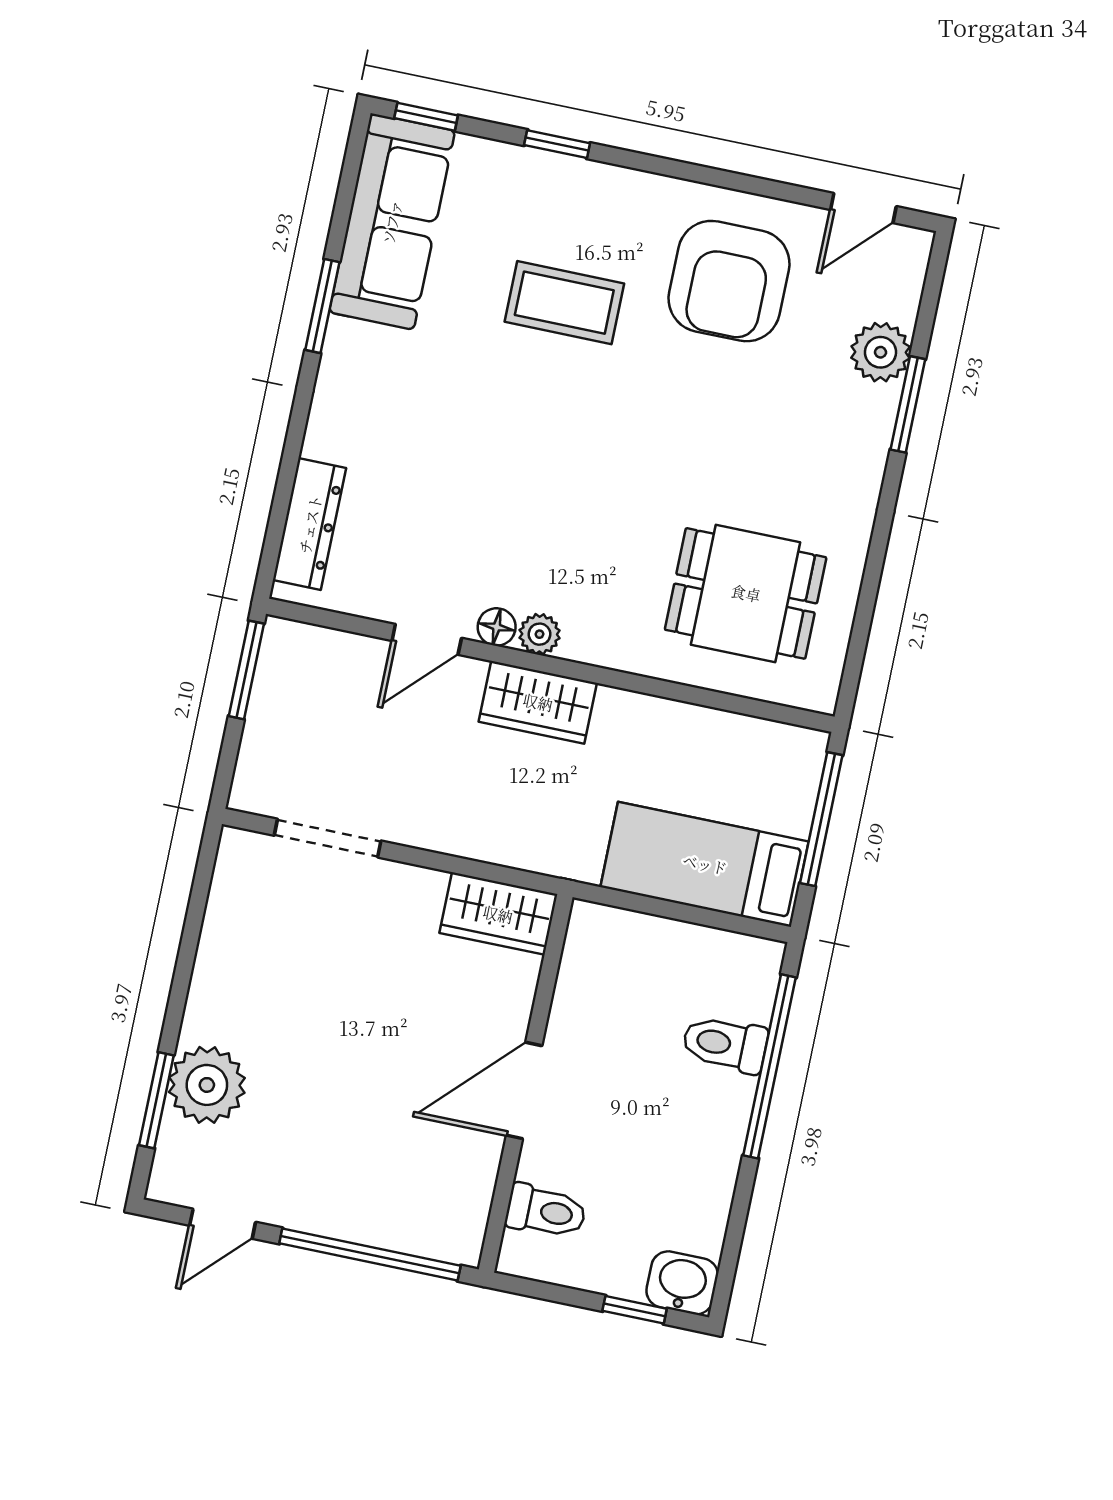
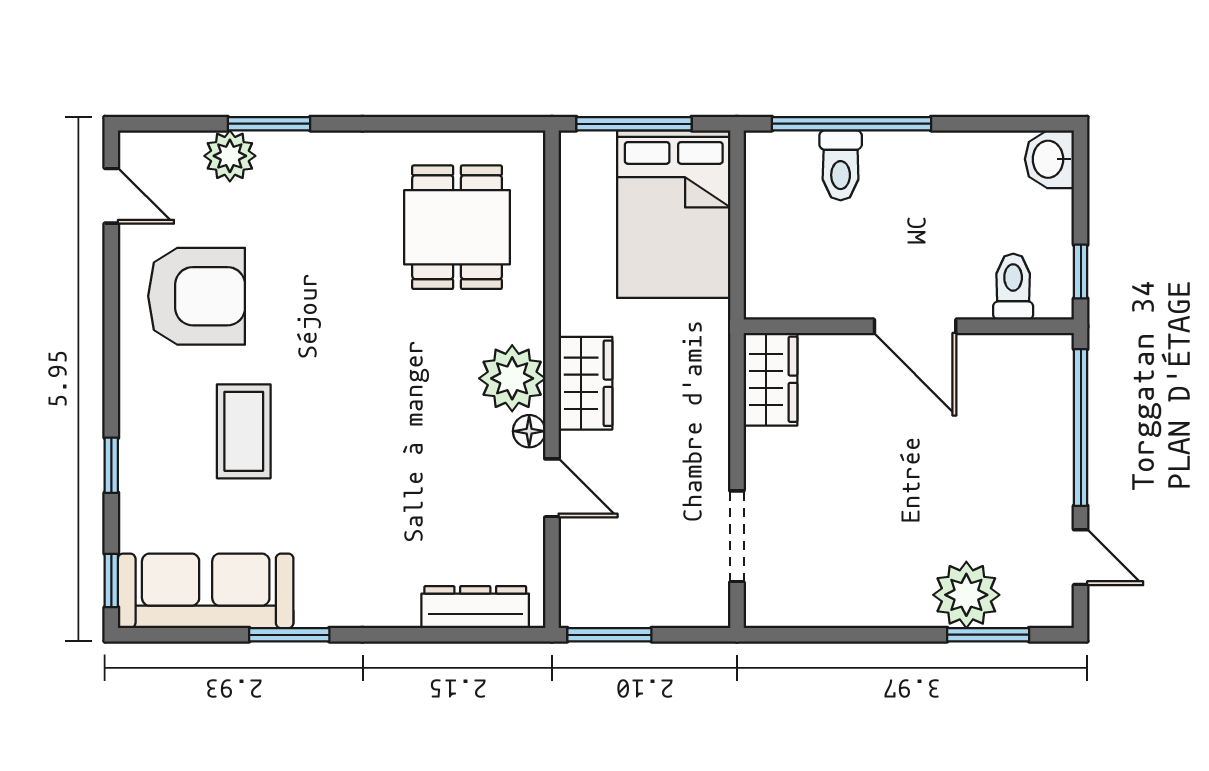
plant: (540, 634) -> (512, 378), width x1.87, depth x1.87
bed: (705, 864) -> (674, 214), width x1.50
window: (635, 1310) -> (1081, 272), moved

